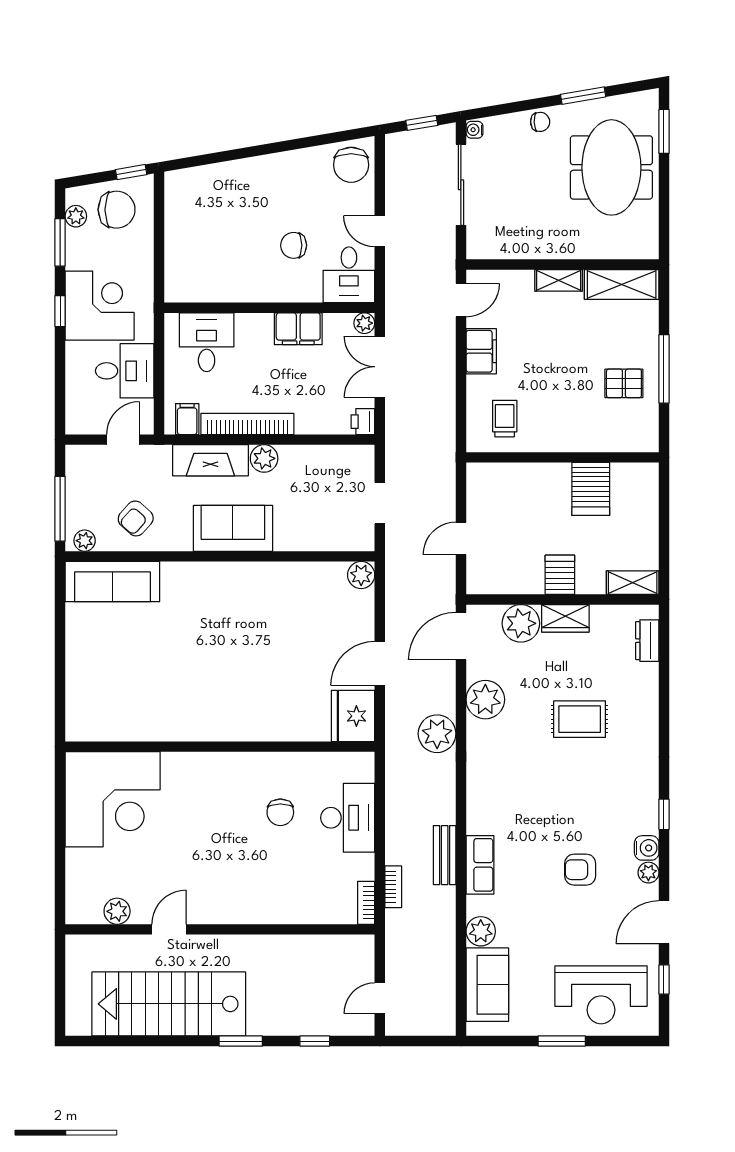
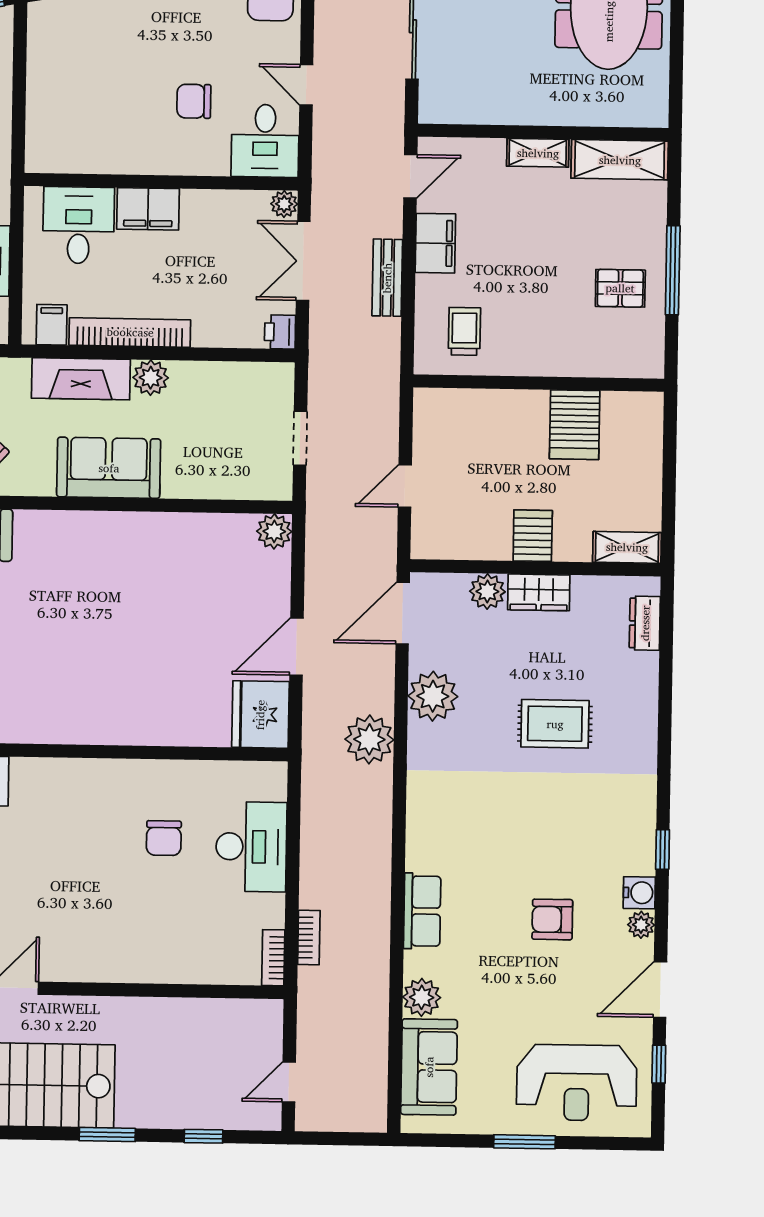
filing cabinet: (298, 329) -> (148, 209), moved
plant: (521, 623) -> (487, 591), width x0.73, depth x0.73
bench: (445, 855) -> (387, 278), moved

